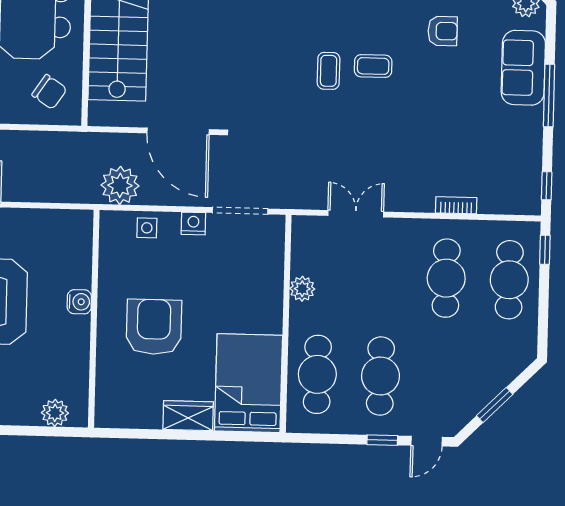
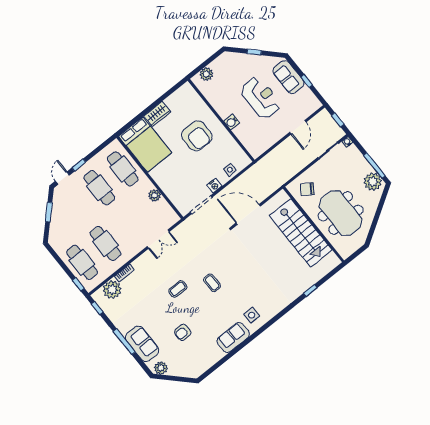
coffee table: (373, 66) -> (178, 289), moved
plant: (120, 185) -> (112, 290), moved

